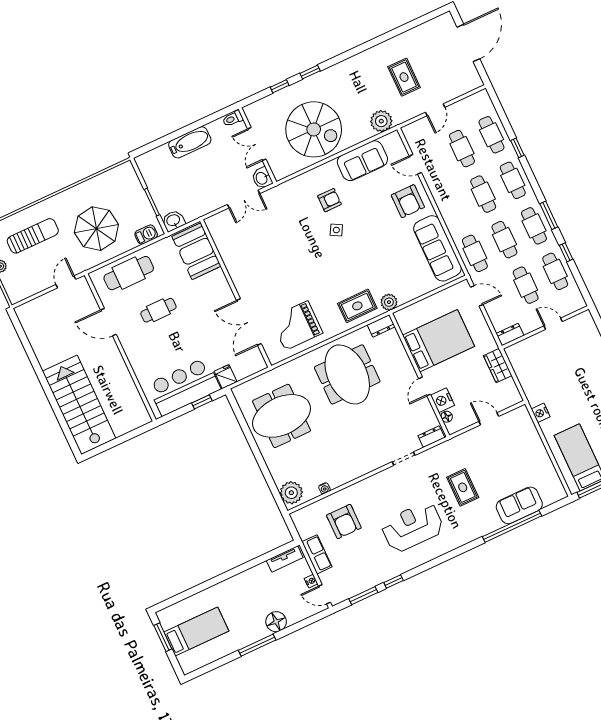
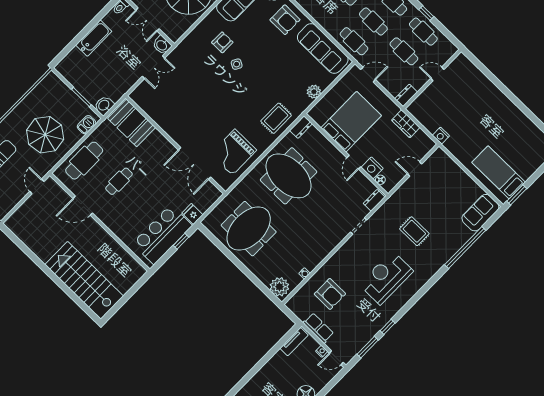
plant: (389, 302) -> (314, 92), moved
nightstand: (541, 413) -> (441, 136), moved
sofa: (519, 505) -> (480, 213), moved

